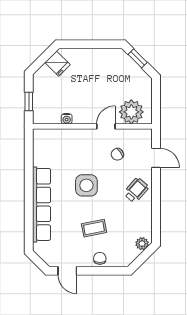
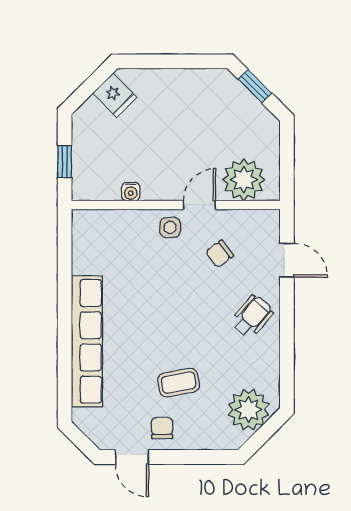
side table: (86, 185) -> (170, 227), moved, width x0.54, depth x0.54
plant: (142, 244) -> (249, 410), width x1.87, depth x1.87
chair: (100, 258) -> (162, 428), moved

